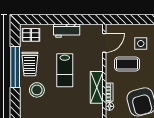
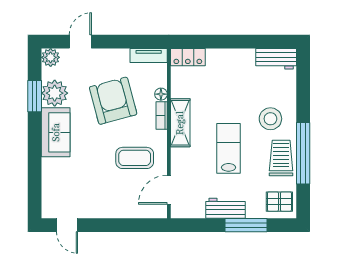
window: (53, 19) -> (246, 225), added
side table: (141, 43) -> (114, 189), removed

